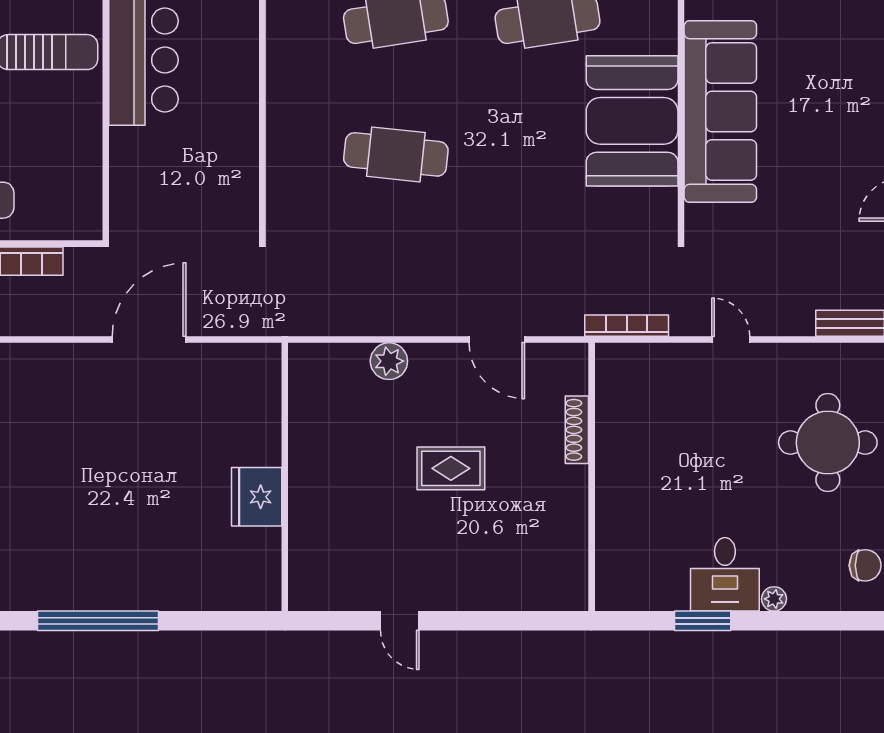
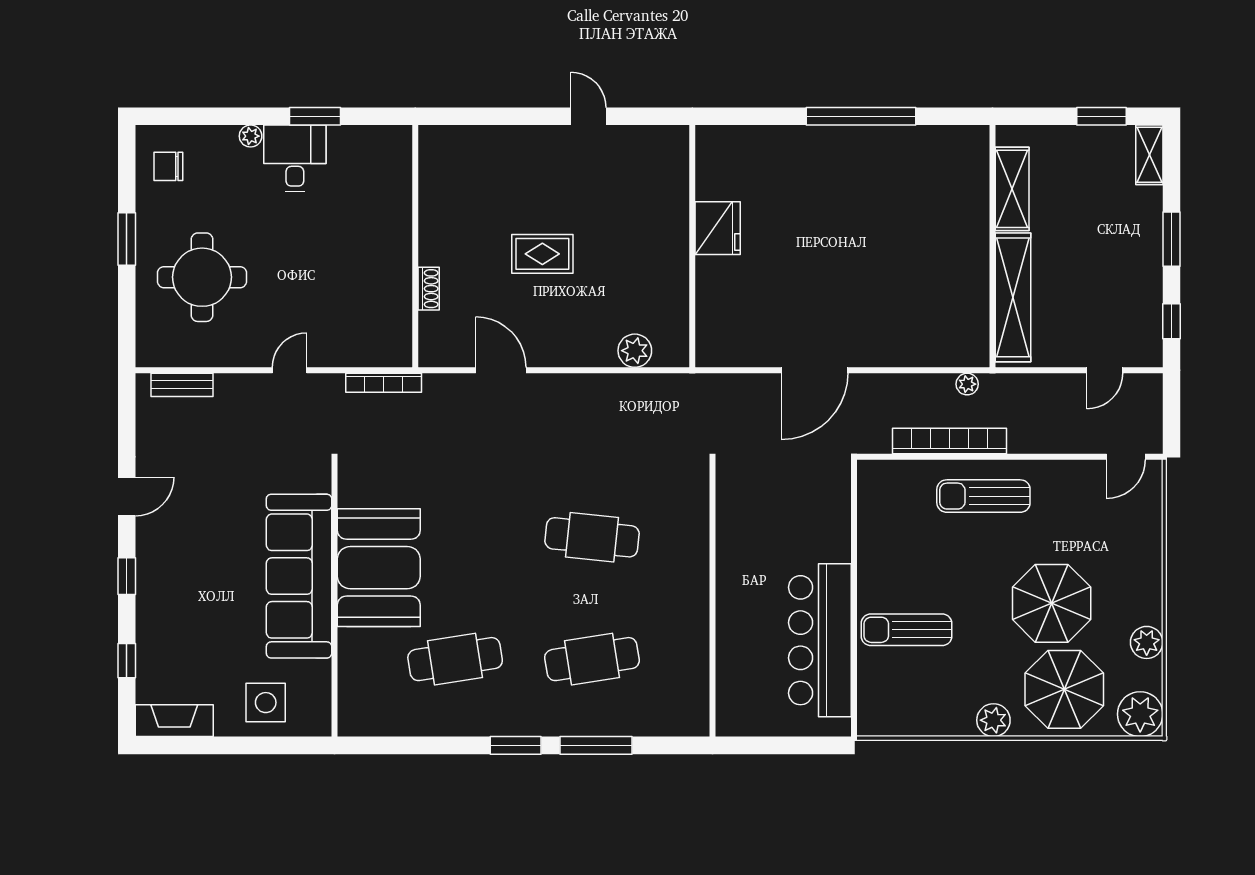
door: (731, 340) -> (290, 370), swing flipped
plant: (389, 361) -> (635, 351), moved
shoe rack: (577, 430) -> (429, 289), width x0.70

